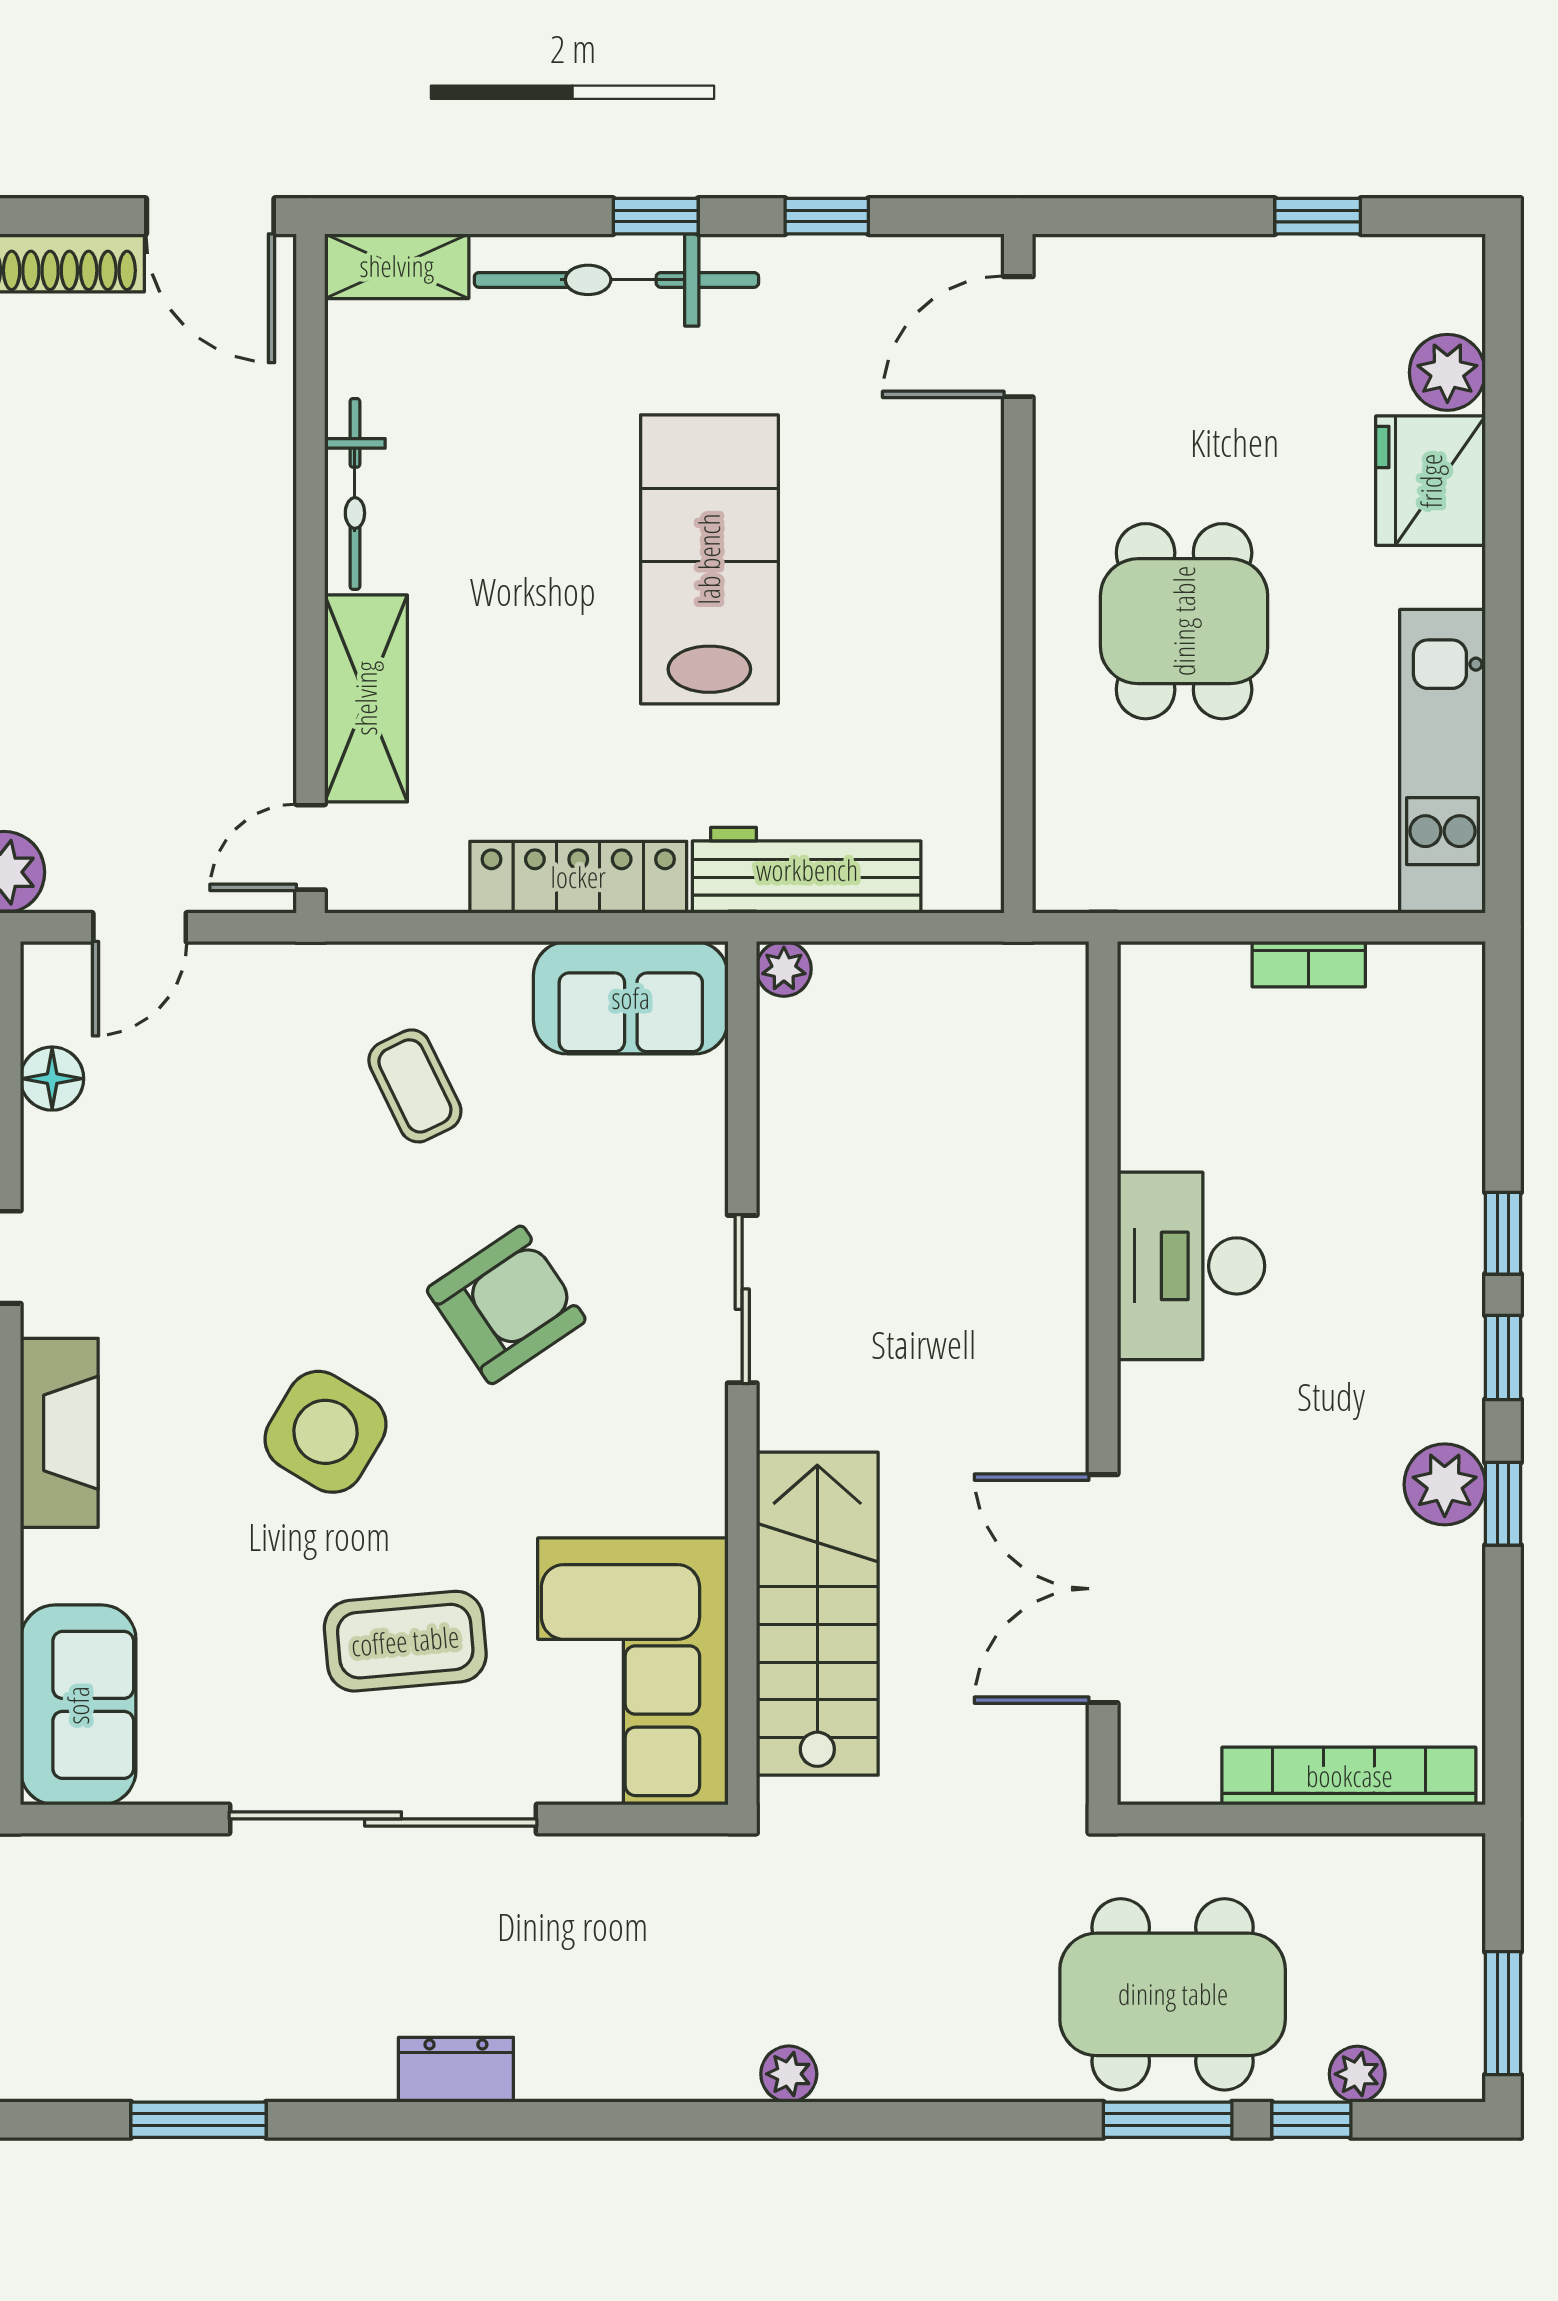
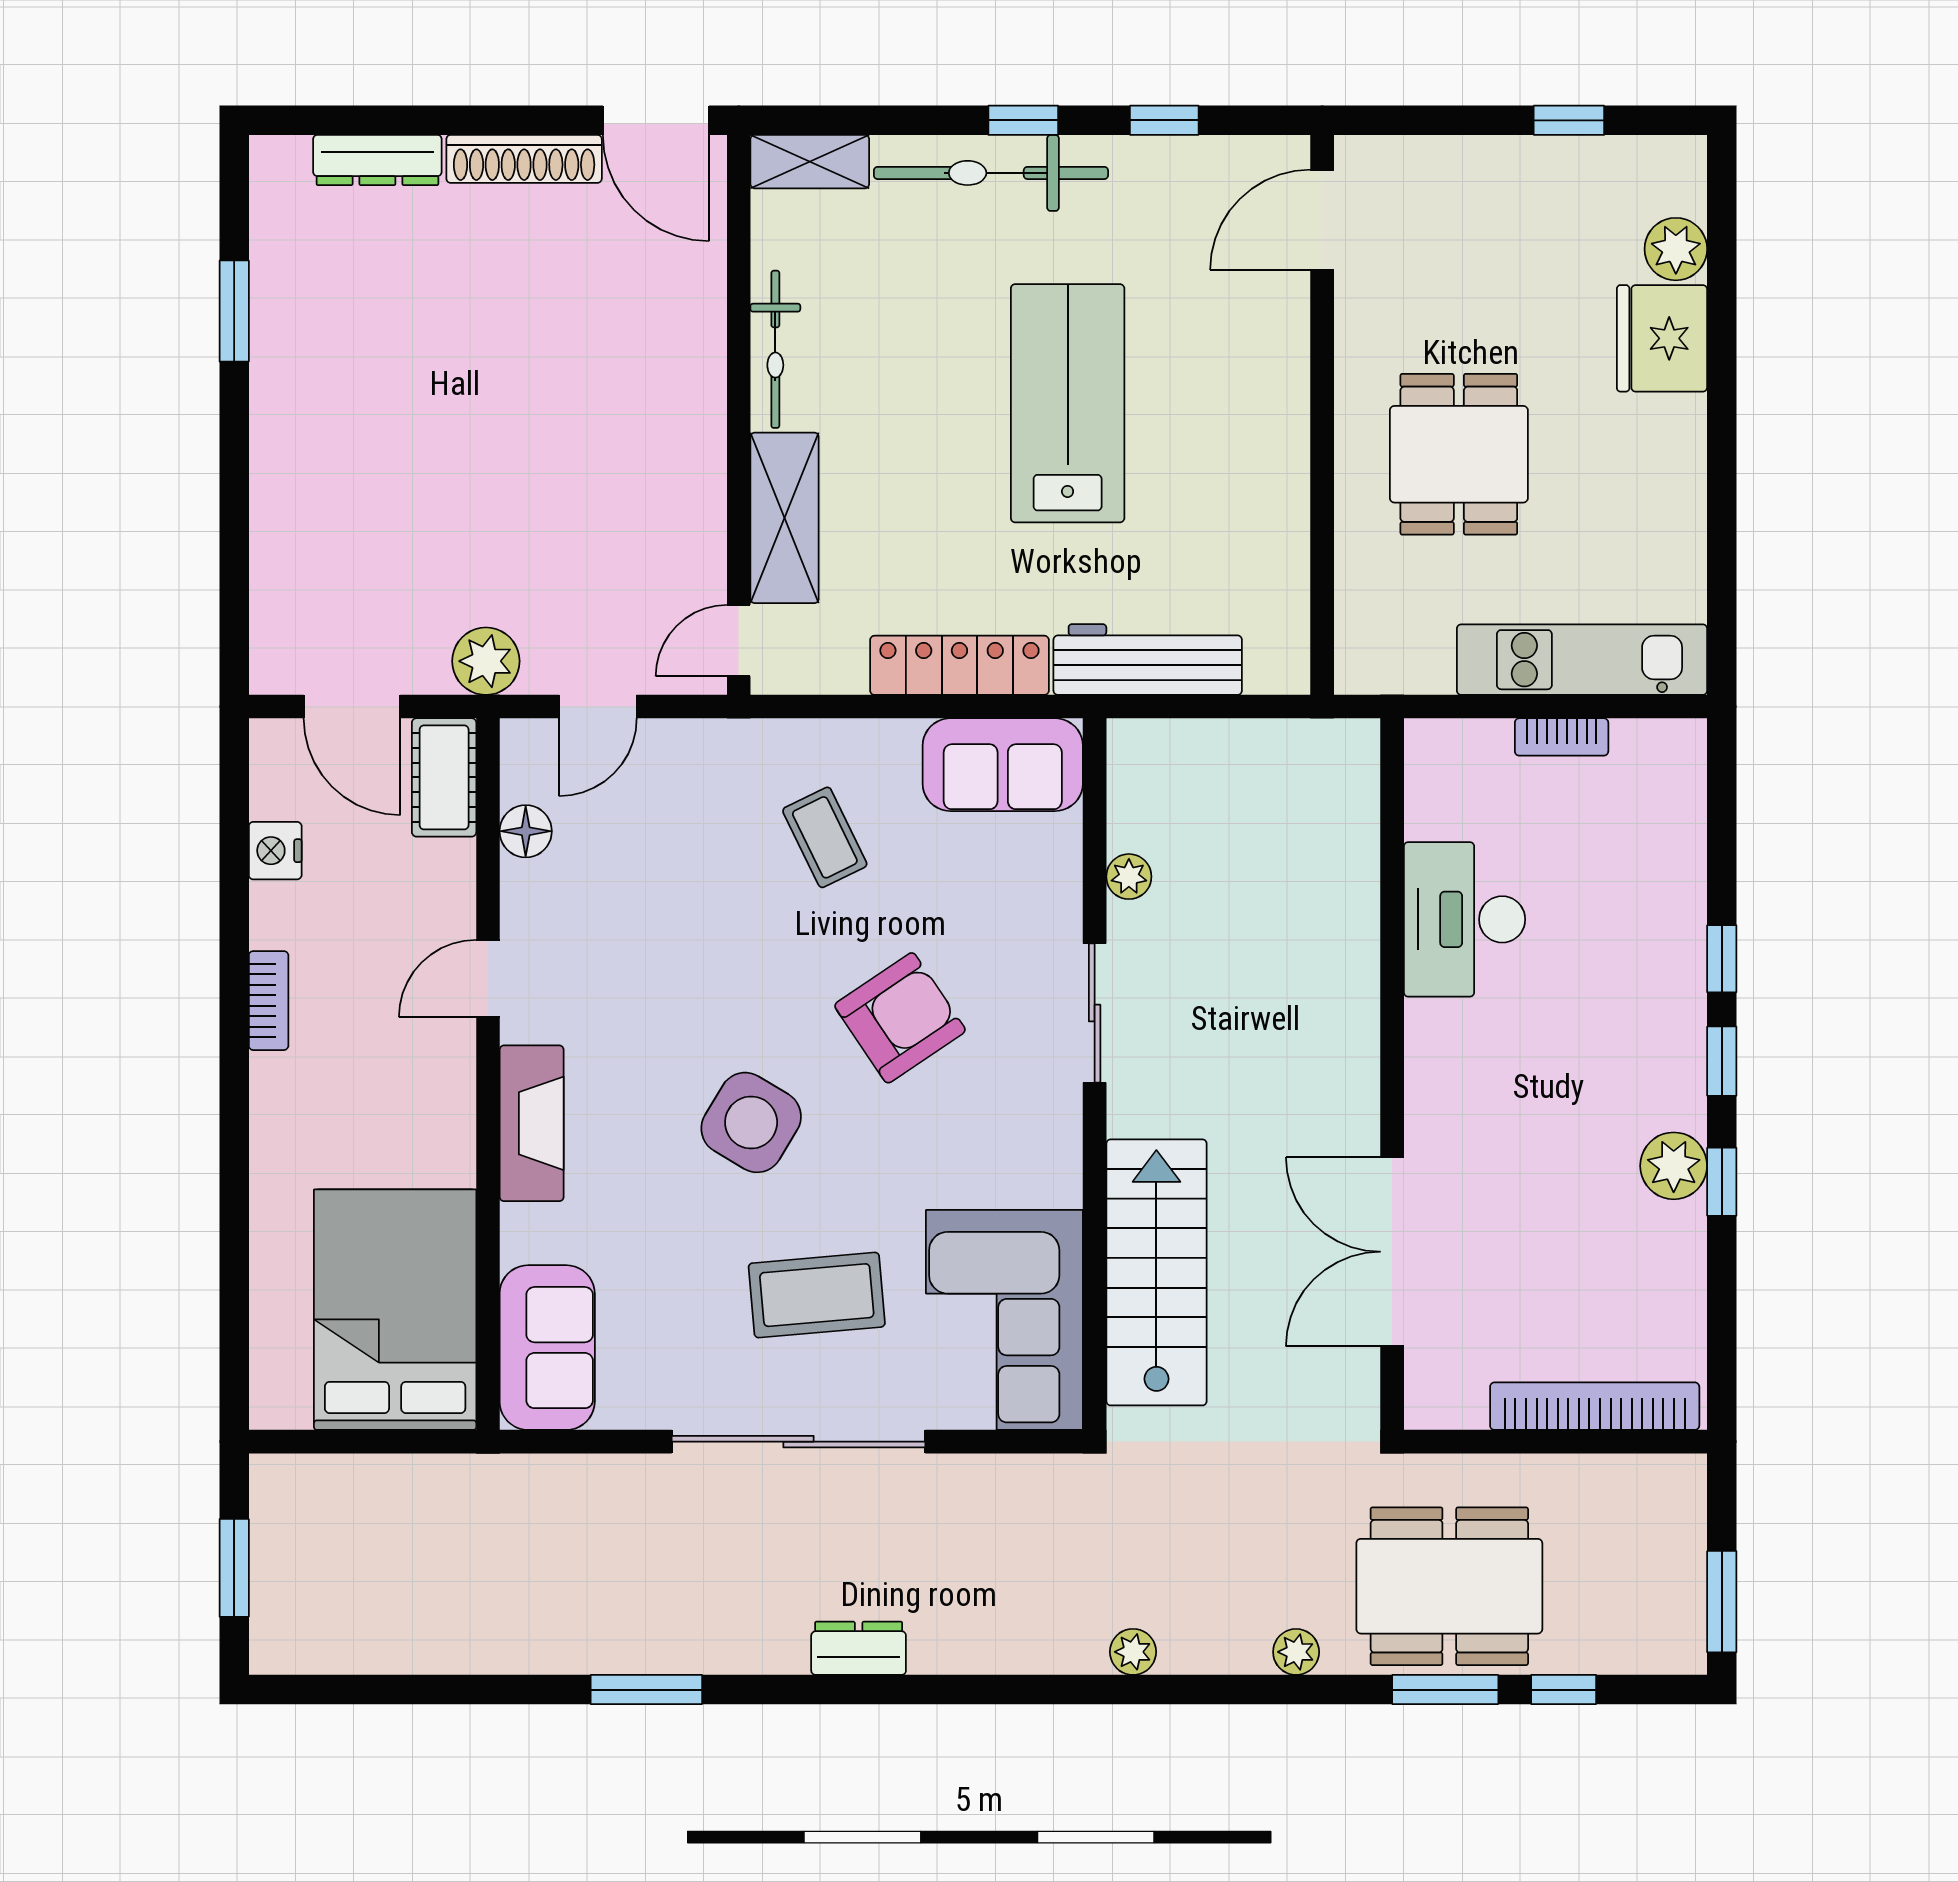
kitchen unit: (1442, 761) -> (1582, 660), moved, turned 90
plant: (784, 969) -> (1129, 877), moved
desk: (1191, 1266) -> (1465, 919), moved
plant: (1357, 2074) -> (1296, 1652), moved

